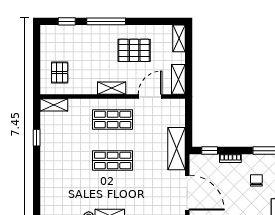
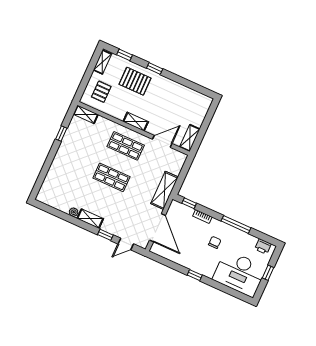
window: (106, 21) -> (155, 69), width x0.46
shelving: (179, 38) -> (102, 62), moved
pallet: (134, 50) -> (135, 81), moved

